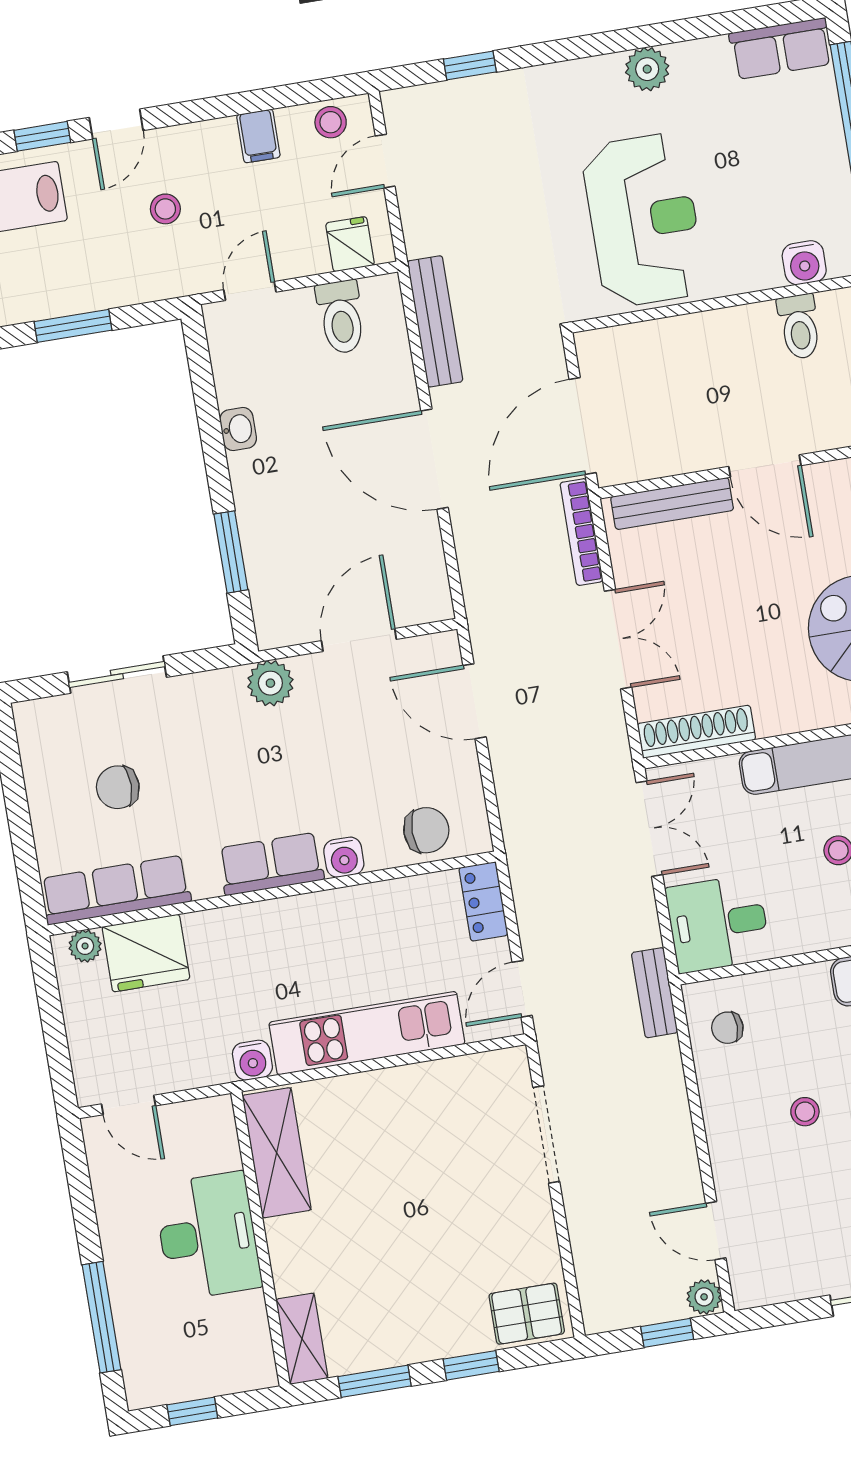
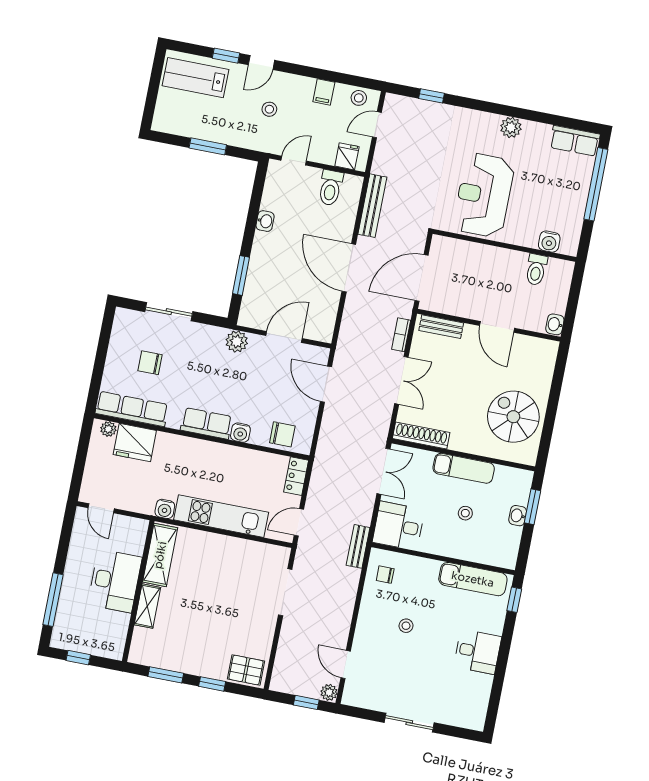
reception desk: (644, 220) -> (484, 195), turned 180
bench: (672, 504) -> (441, 327), width x0.73
bookcase: (581, 532) -> (401, 335), width x0.64
shelving: (302, 1339) -> (147, 606), moved

